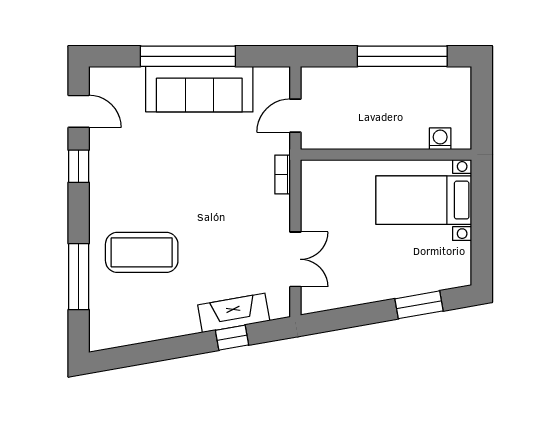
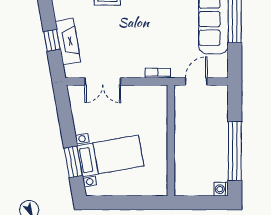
door: (295, 116) -> (196, 82), hinge flipped
washing machine: (440, 139) -> (221, 189), moved, turned 180
bed with nightstands: (424, 200) -> (110, 156), moved, turned 80

